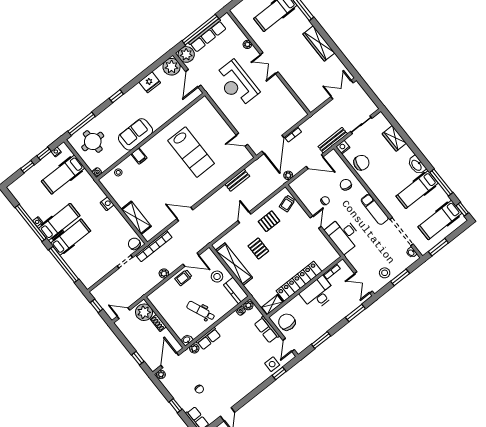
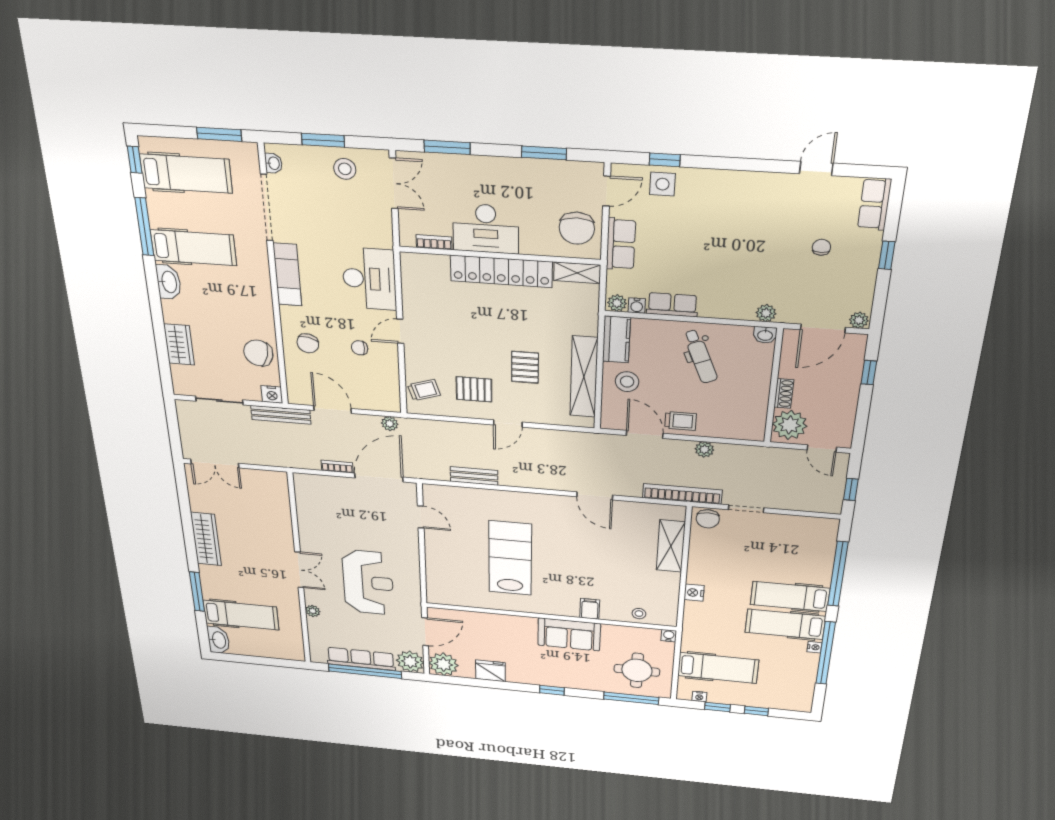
row of seats: (208, 339) -> (672, 305), moved

